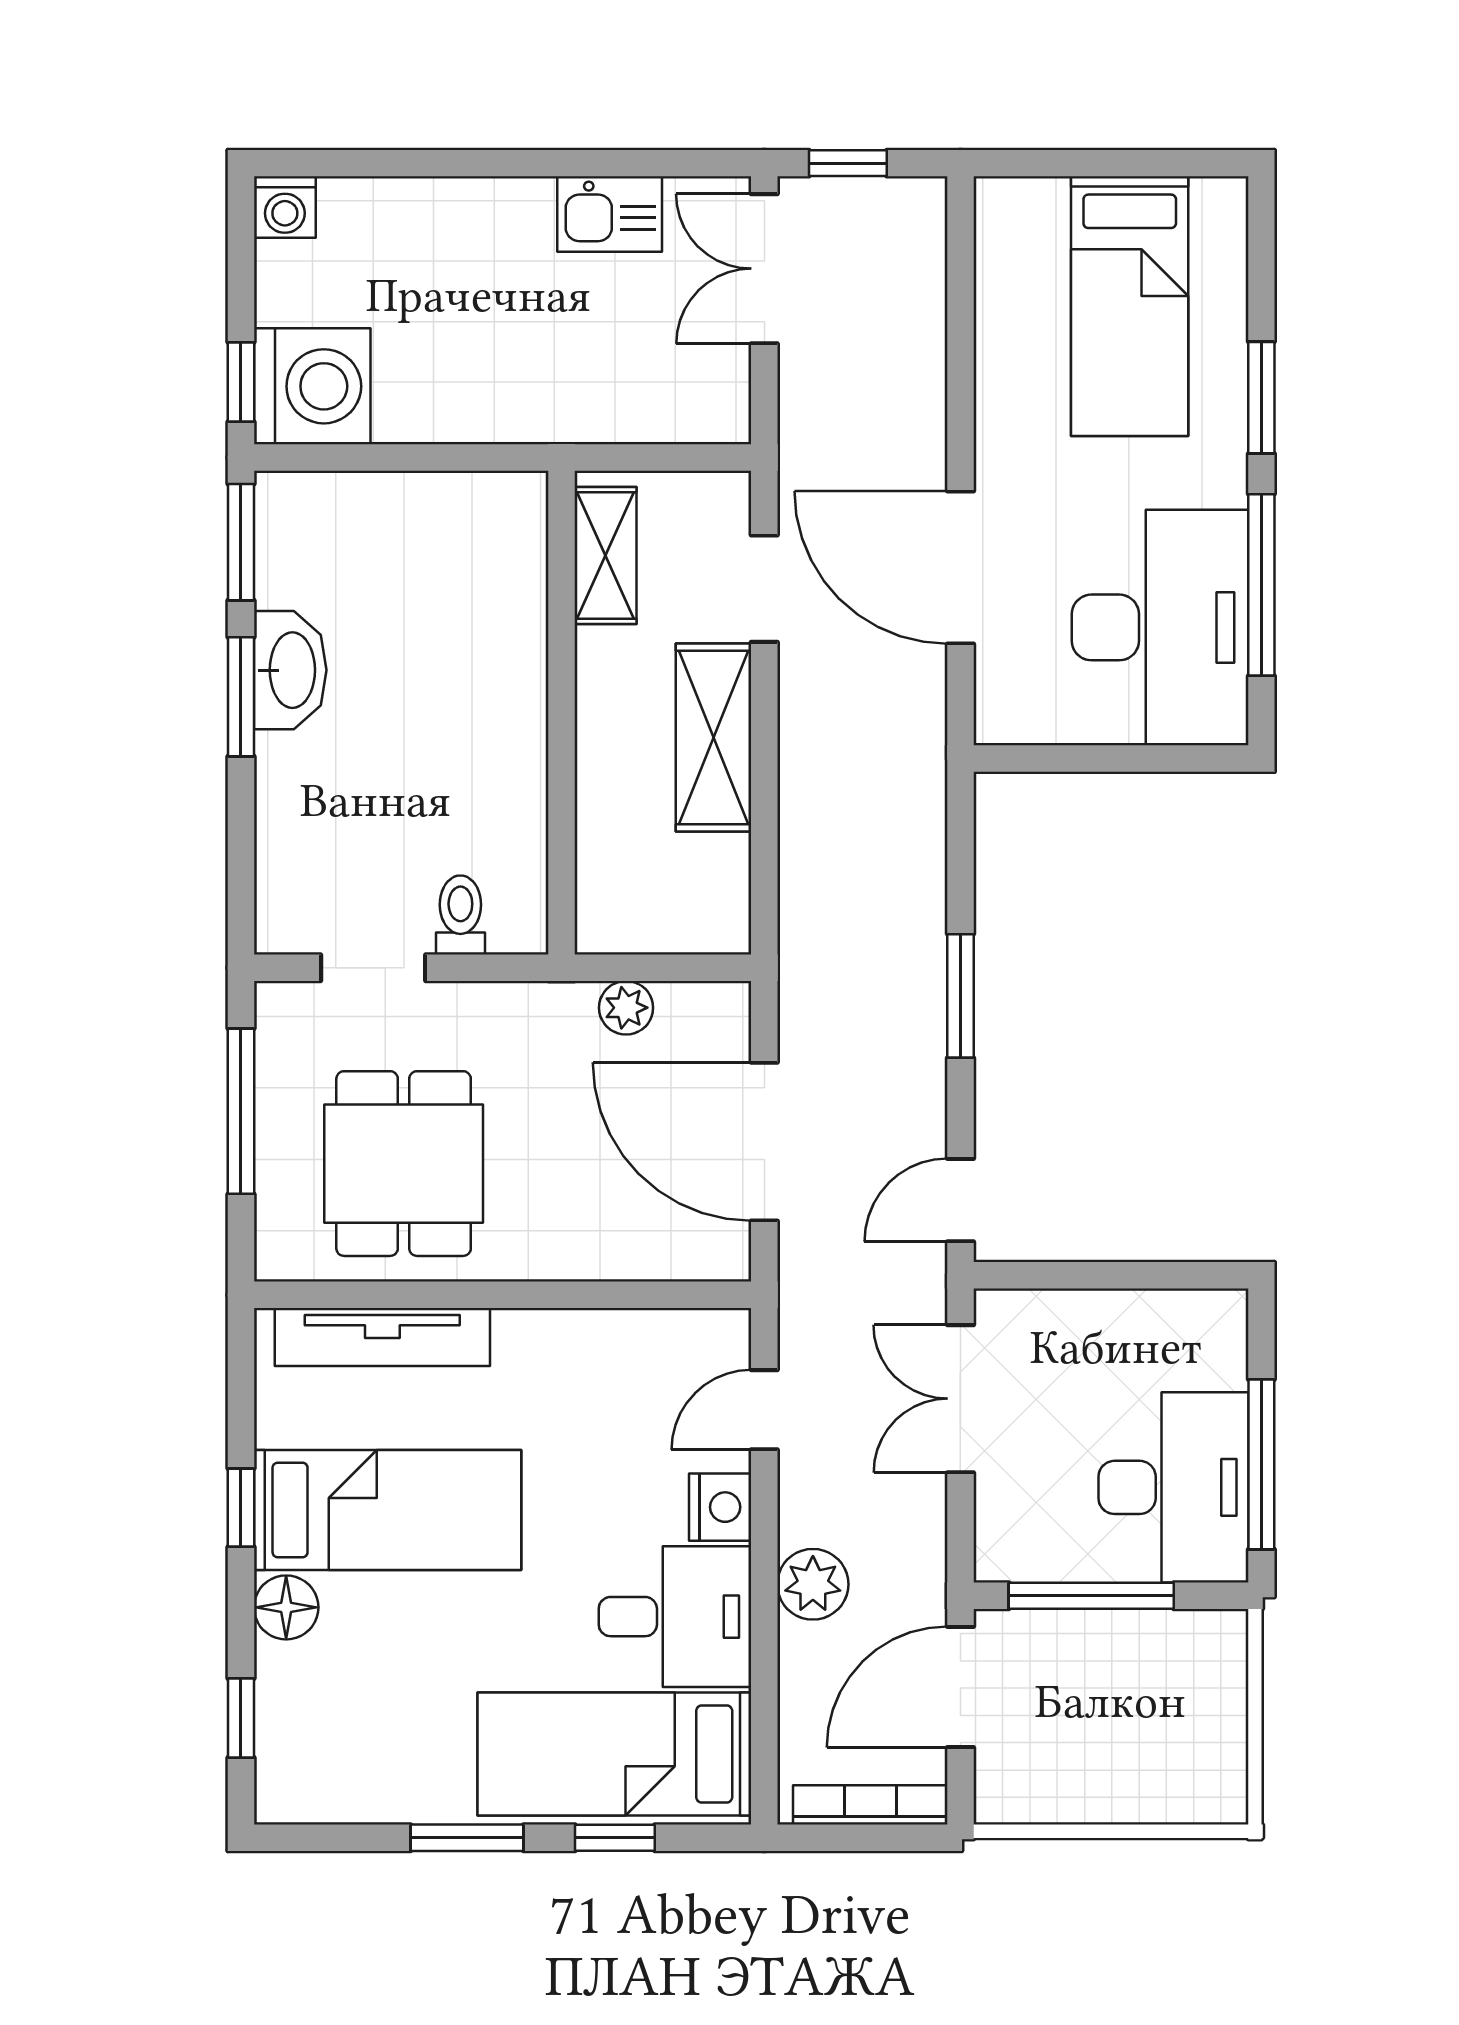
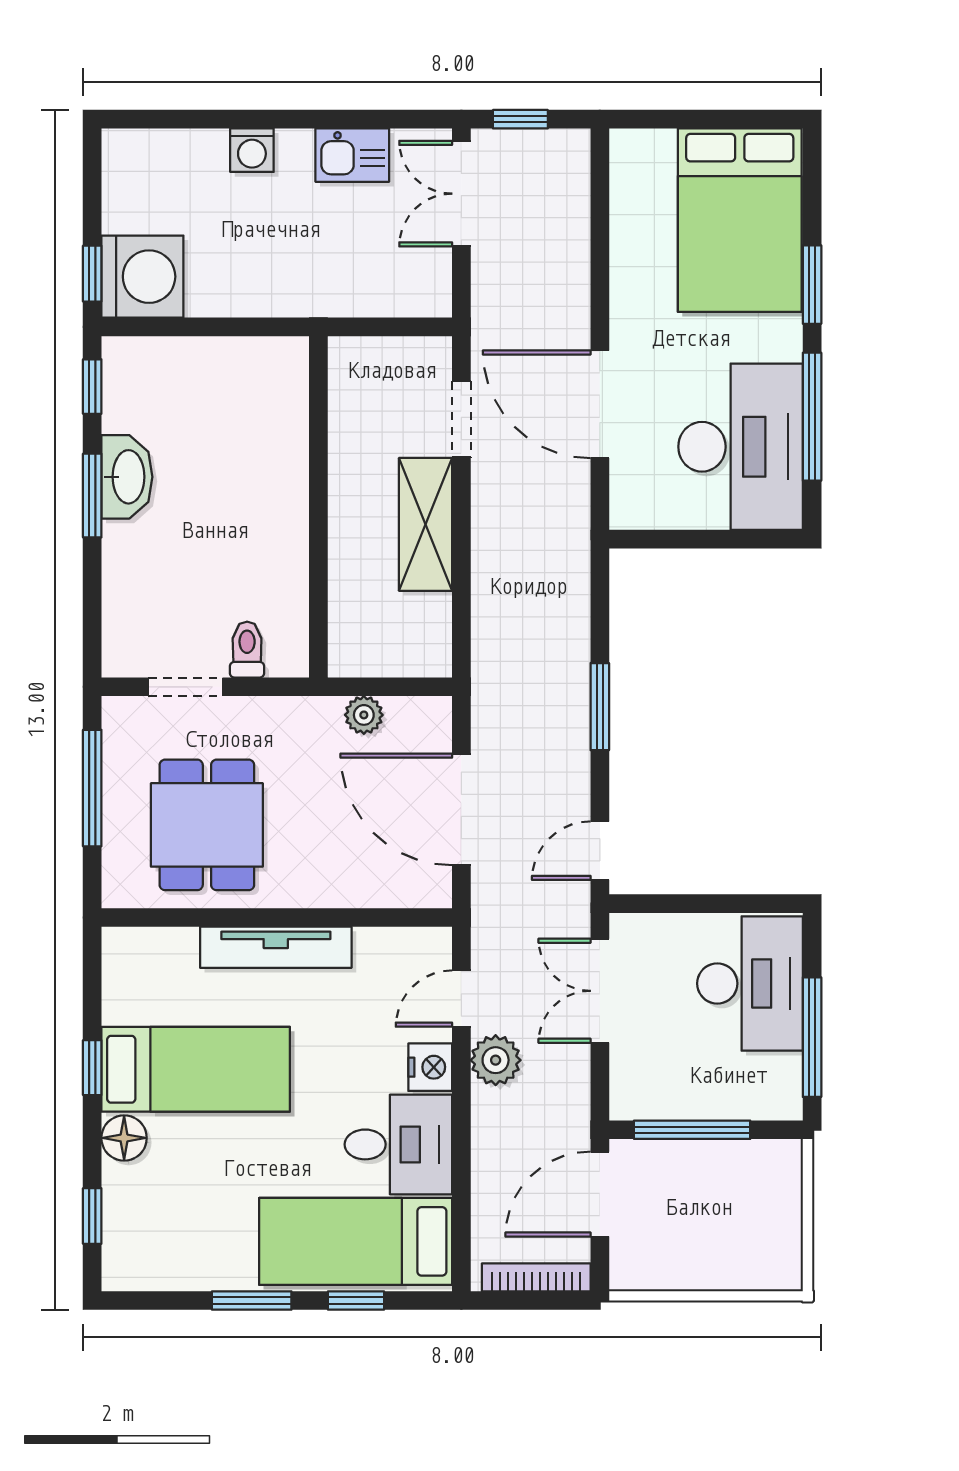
washing machine: (285, 207) -> (252, 150), moved
bed: (1130, 306) -> (740, 220), width x1.50
window: (241, 542) -> (92, 387), width x0.67
shelving: (605, 555) -> (349, 396), removed
tv unit: (382, 1337) -> (276, 947), moved
desk: (1173, 1487) -> (750, 983), moved
plant: (813, 1584) -> (496, 1060), moved

